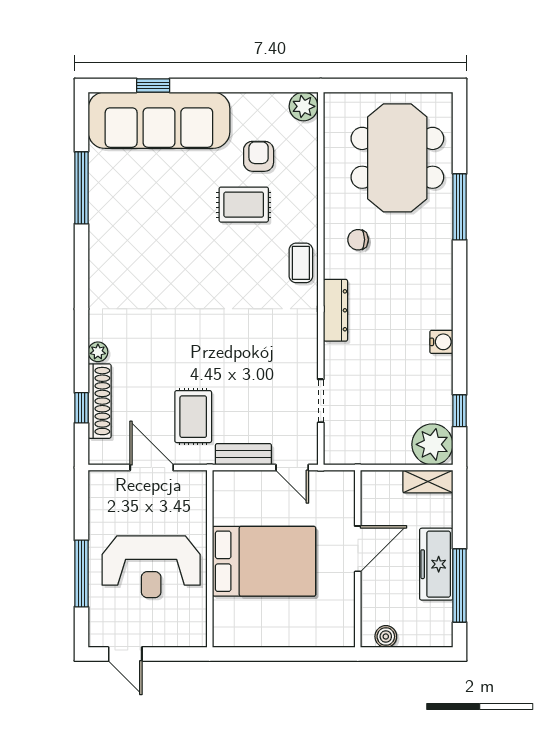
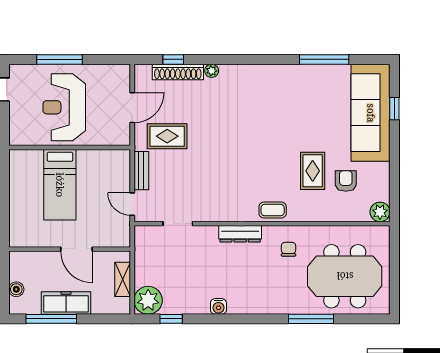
armchair: (259, 156) -> (346, 181), turned -90
door: (292, 468) -> (132, 204), hinge flipped
shelving: (428, 482) -> (123, 279), moved
bed: (264, 561) -> (60, 185), width x0.67
boiler: (386, 636) -> (16, 289), moved

